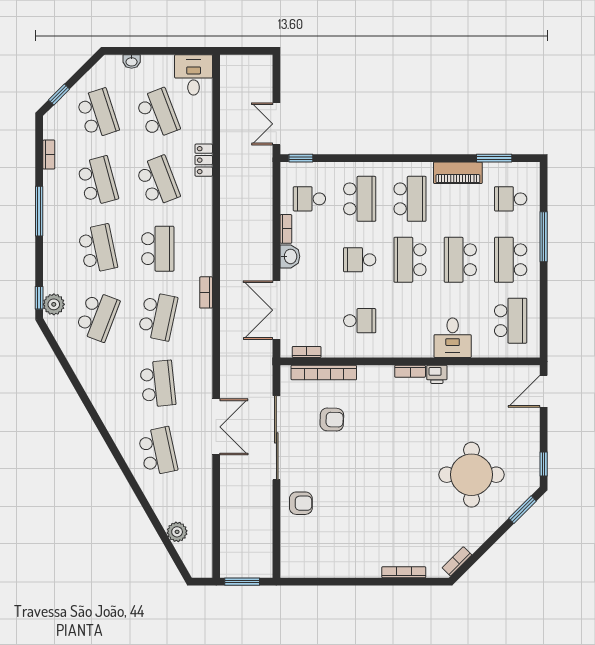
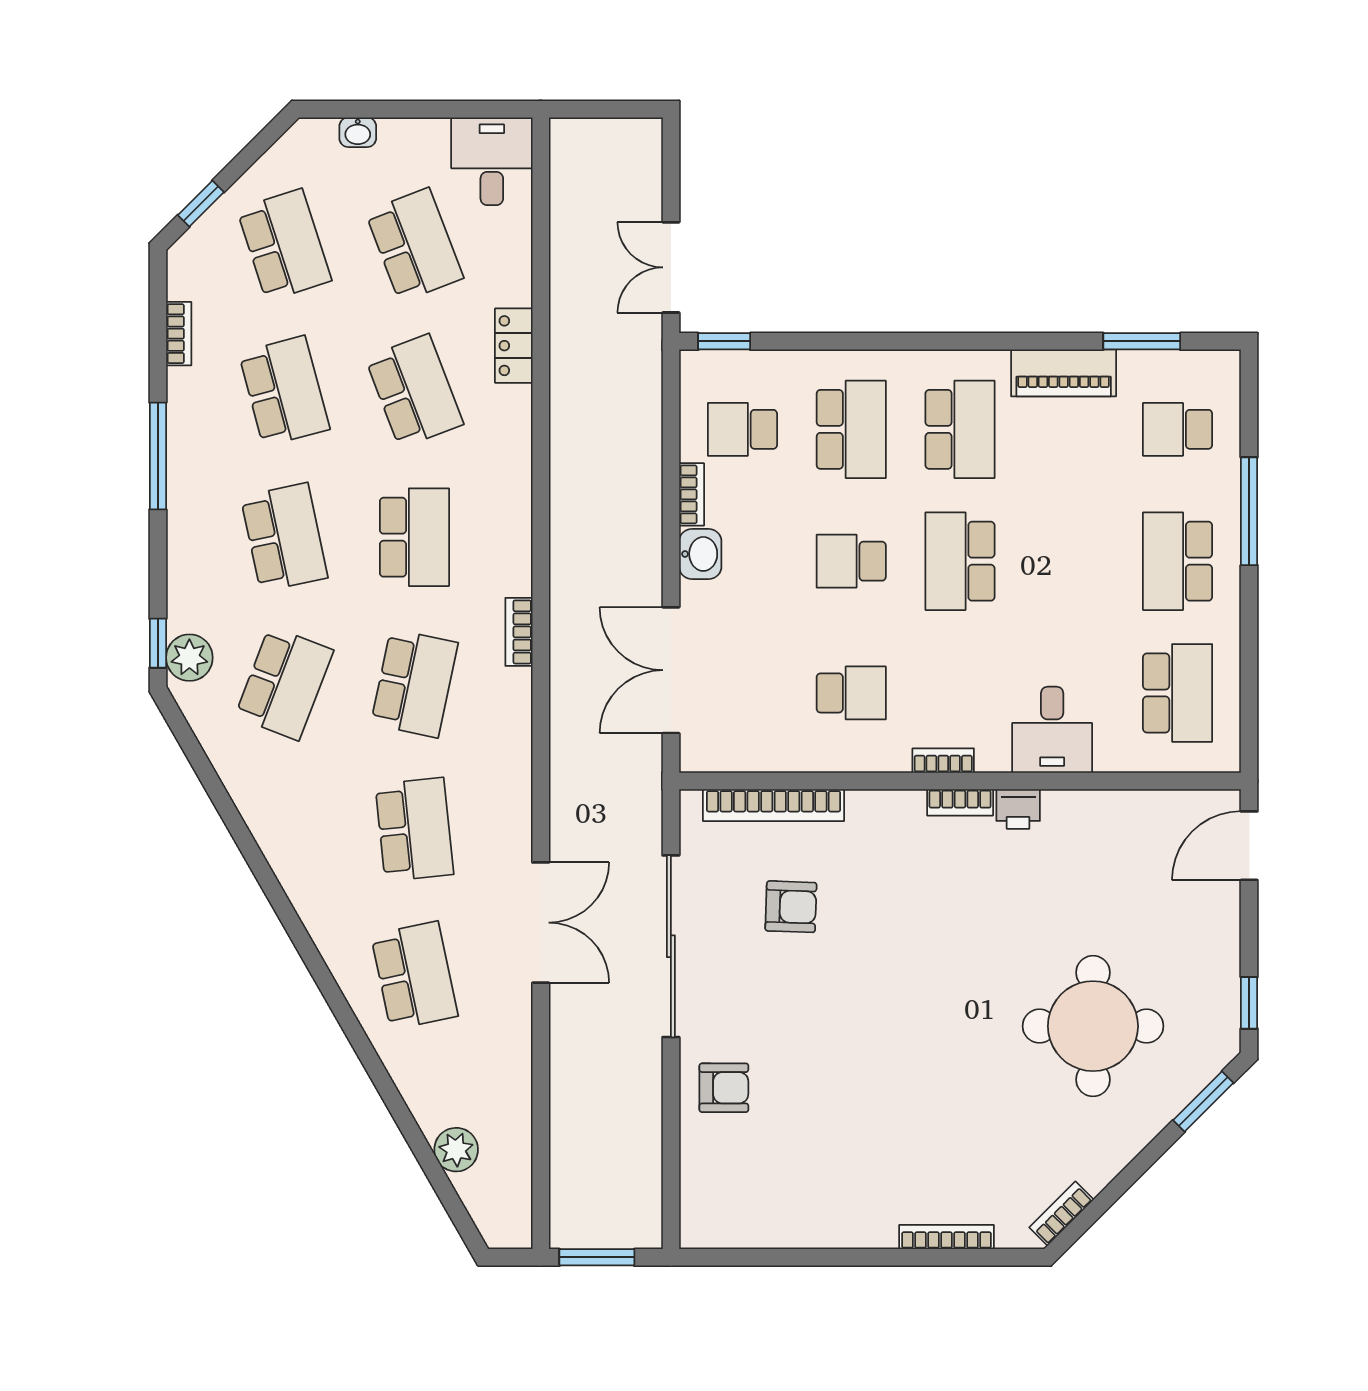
school desk: (460, 260) -> (1069, 561), removed
bookcase: (307, 352) -> (943, 761), moved

